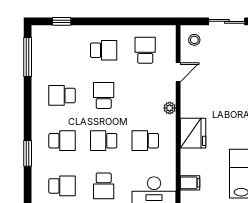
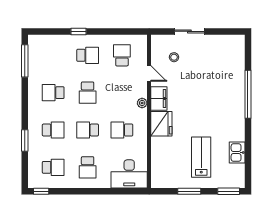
window: (62, 21) -> (78, 31), moved
stool: (194, 40) -> (174, 57), moved
door: (178, 72) -> (149, 74), hinge flipped
school desk: (104, 95) -> (88, 93), turned 180
filing cabinet: (190, 183) -> (159, 99), moved, width x2.00

